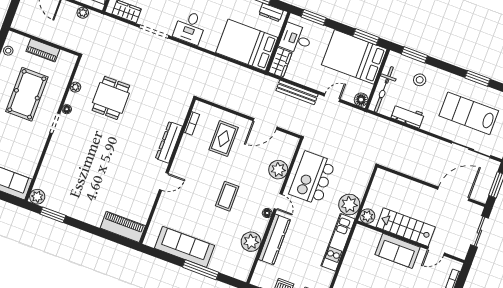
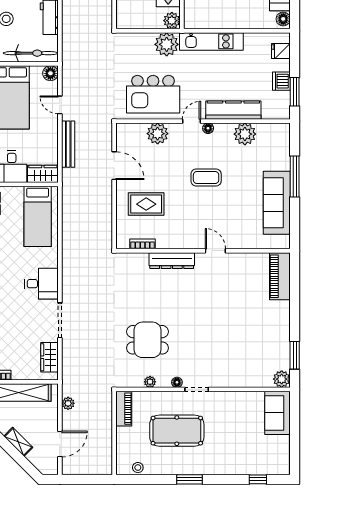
bed: (247, 45) -> (38, 216), width x0.67
piano: (43, 50) -> (124, 409), moved

